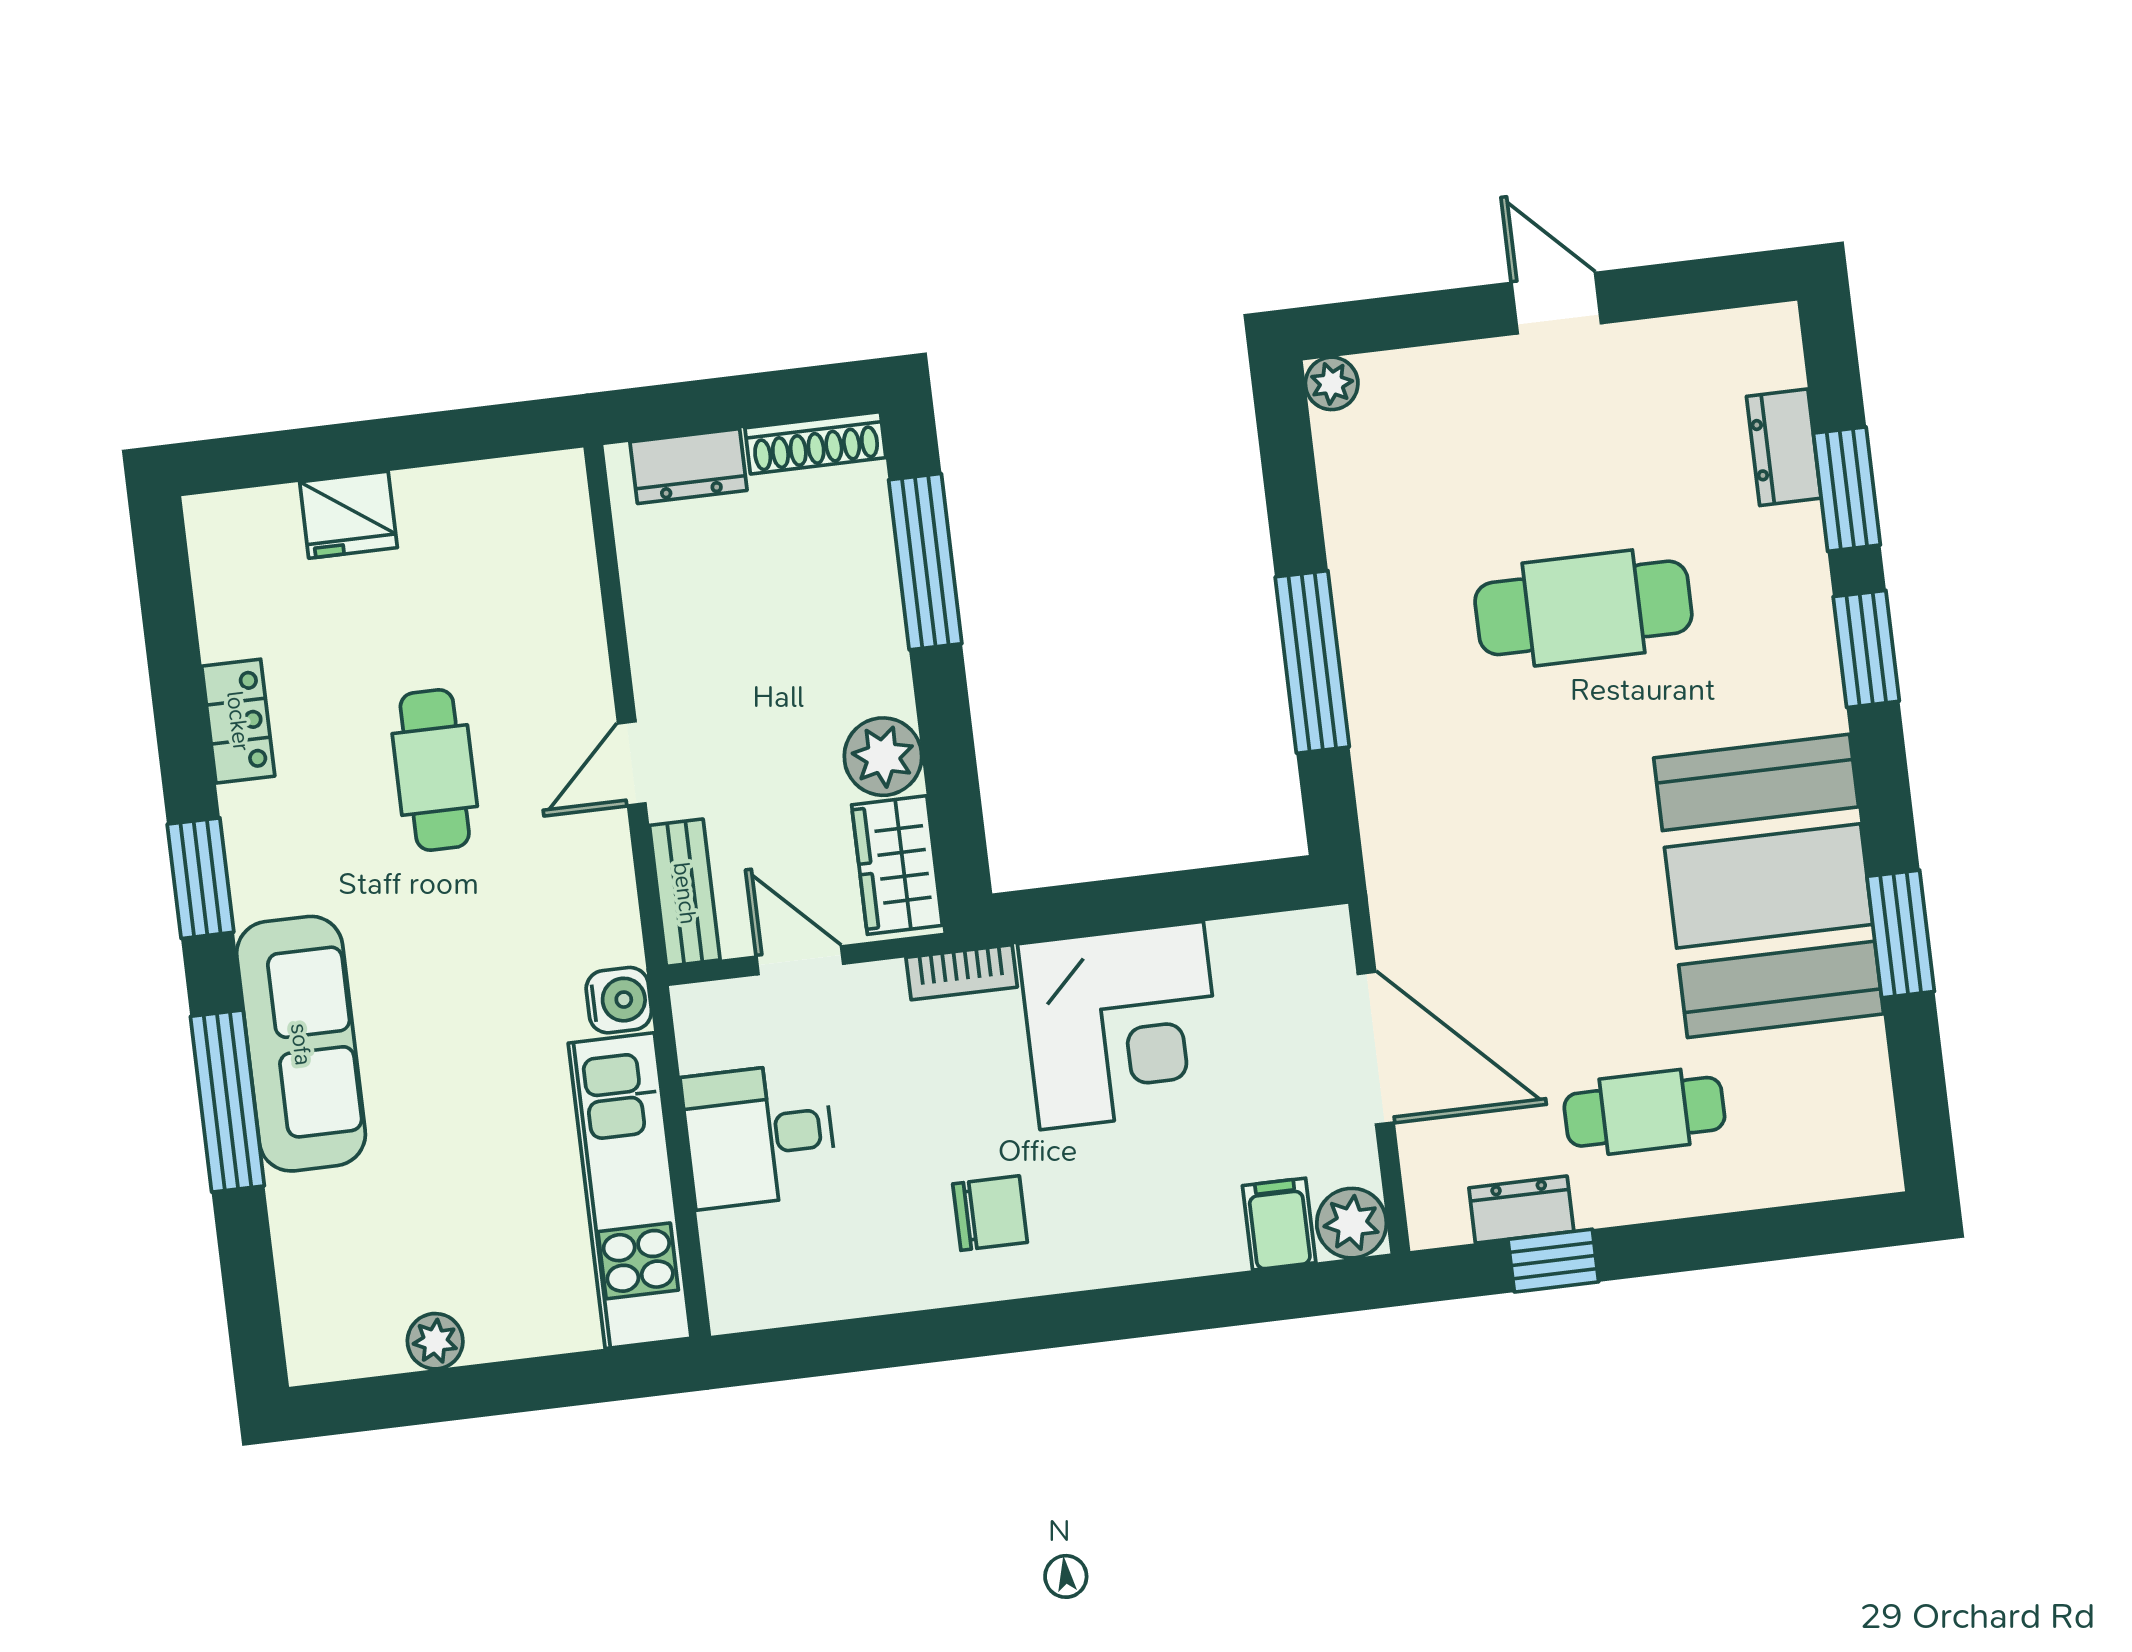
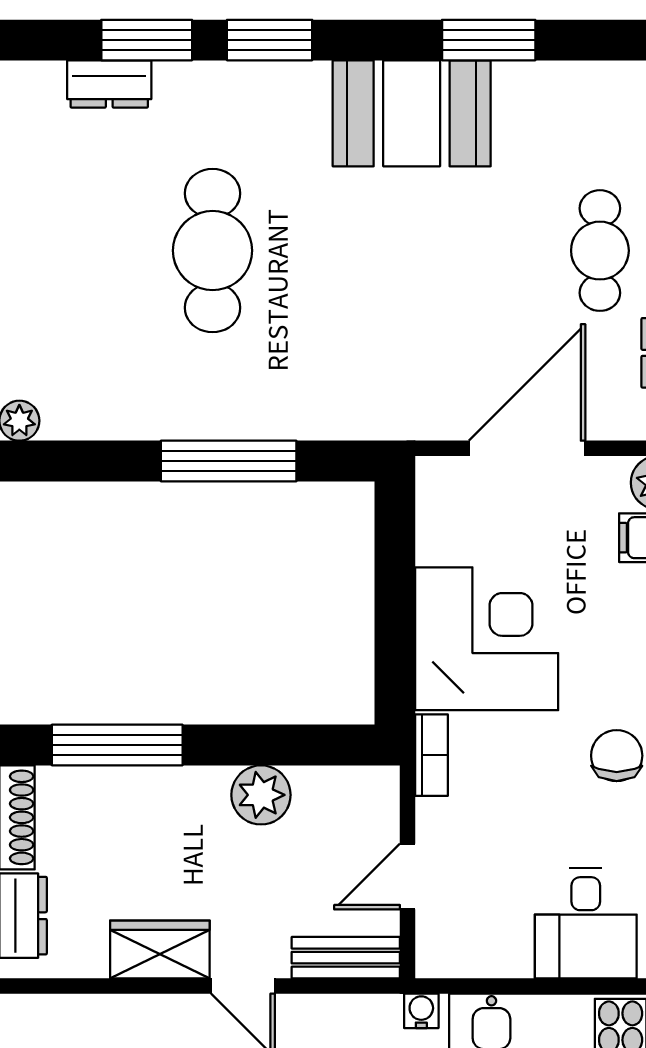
wardrobe: (897, 865) -> (160, 949), moved, turned 180
booth: (1769, 886) -> (412, 113), width x0.73, depth x0.70
water cooler: (619, 1000) -> (421, 1011), width x0.72, depth x0.72
desk: (759, 1135) -> (586, 923), moved

